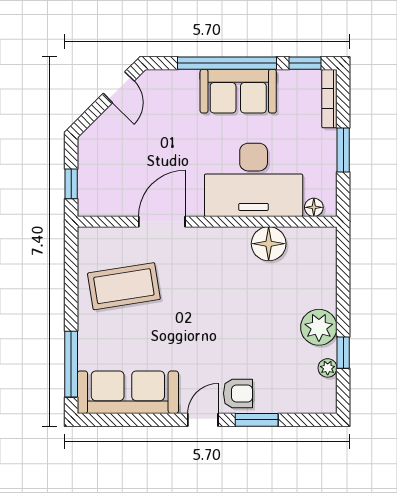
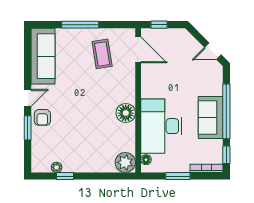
door: (162, 222) -> (138, 50), moved
floor lamp: (269, 244) -> (126, 113), moved
coffee table: (124, 286) -> (102, 54), width x0.73, depth x0.76
plant: (319, 327) -> (125, 162), moved
window: (71, 364) -> (80, 25), moved
door: (203, 420) -> (28, 98), hinge flipped

